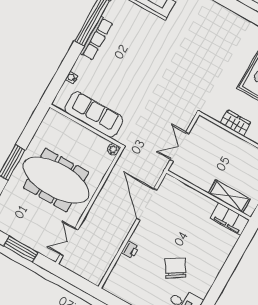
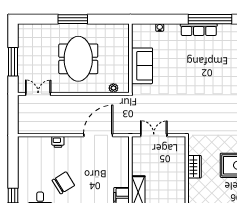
sofa: (94, 114) -> (142, 66), width x0.73
plant: (113, 149) -> (113, 88), moved
meeting table: (56, 180) -> (78, 59), width x0.73

